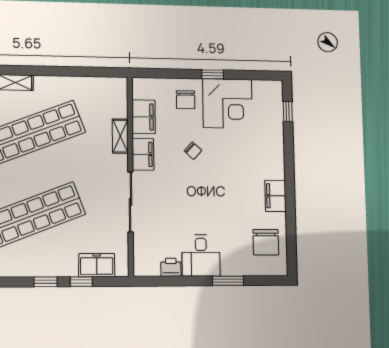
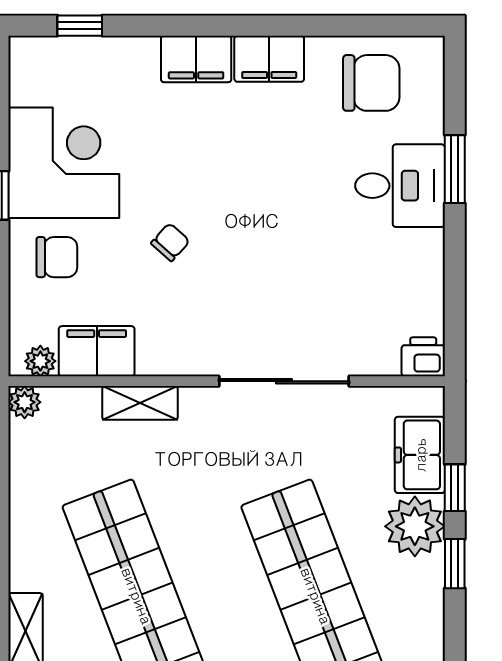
plant: (120, 84) -> (25, 402), added
plant: (139, 91) -> (40, 361), added
filing cabinet: (143, 154) -> (196, 59), moved, turned 180
desk: (201, 256) -> (400, 186), moved
plant: (63, 263) -> (415, 526), added
printer: (171, 267) -> (423, 357), moved, turned 90

